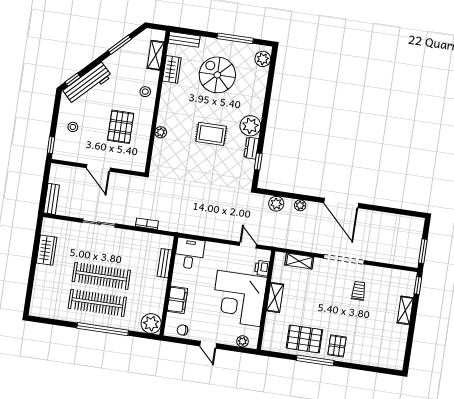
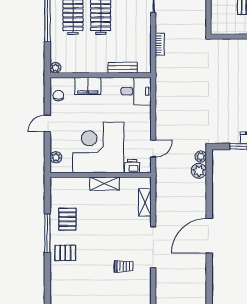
plant: (300, 205) -> (201, 157), moved
plant: (151, 324) -> (56, 68), width x0.53, depth x0.53
pallet: (304, 339) -> (67, 219), width x0.67, depth x0.71

